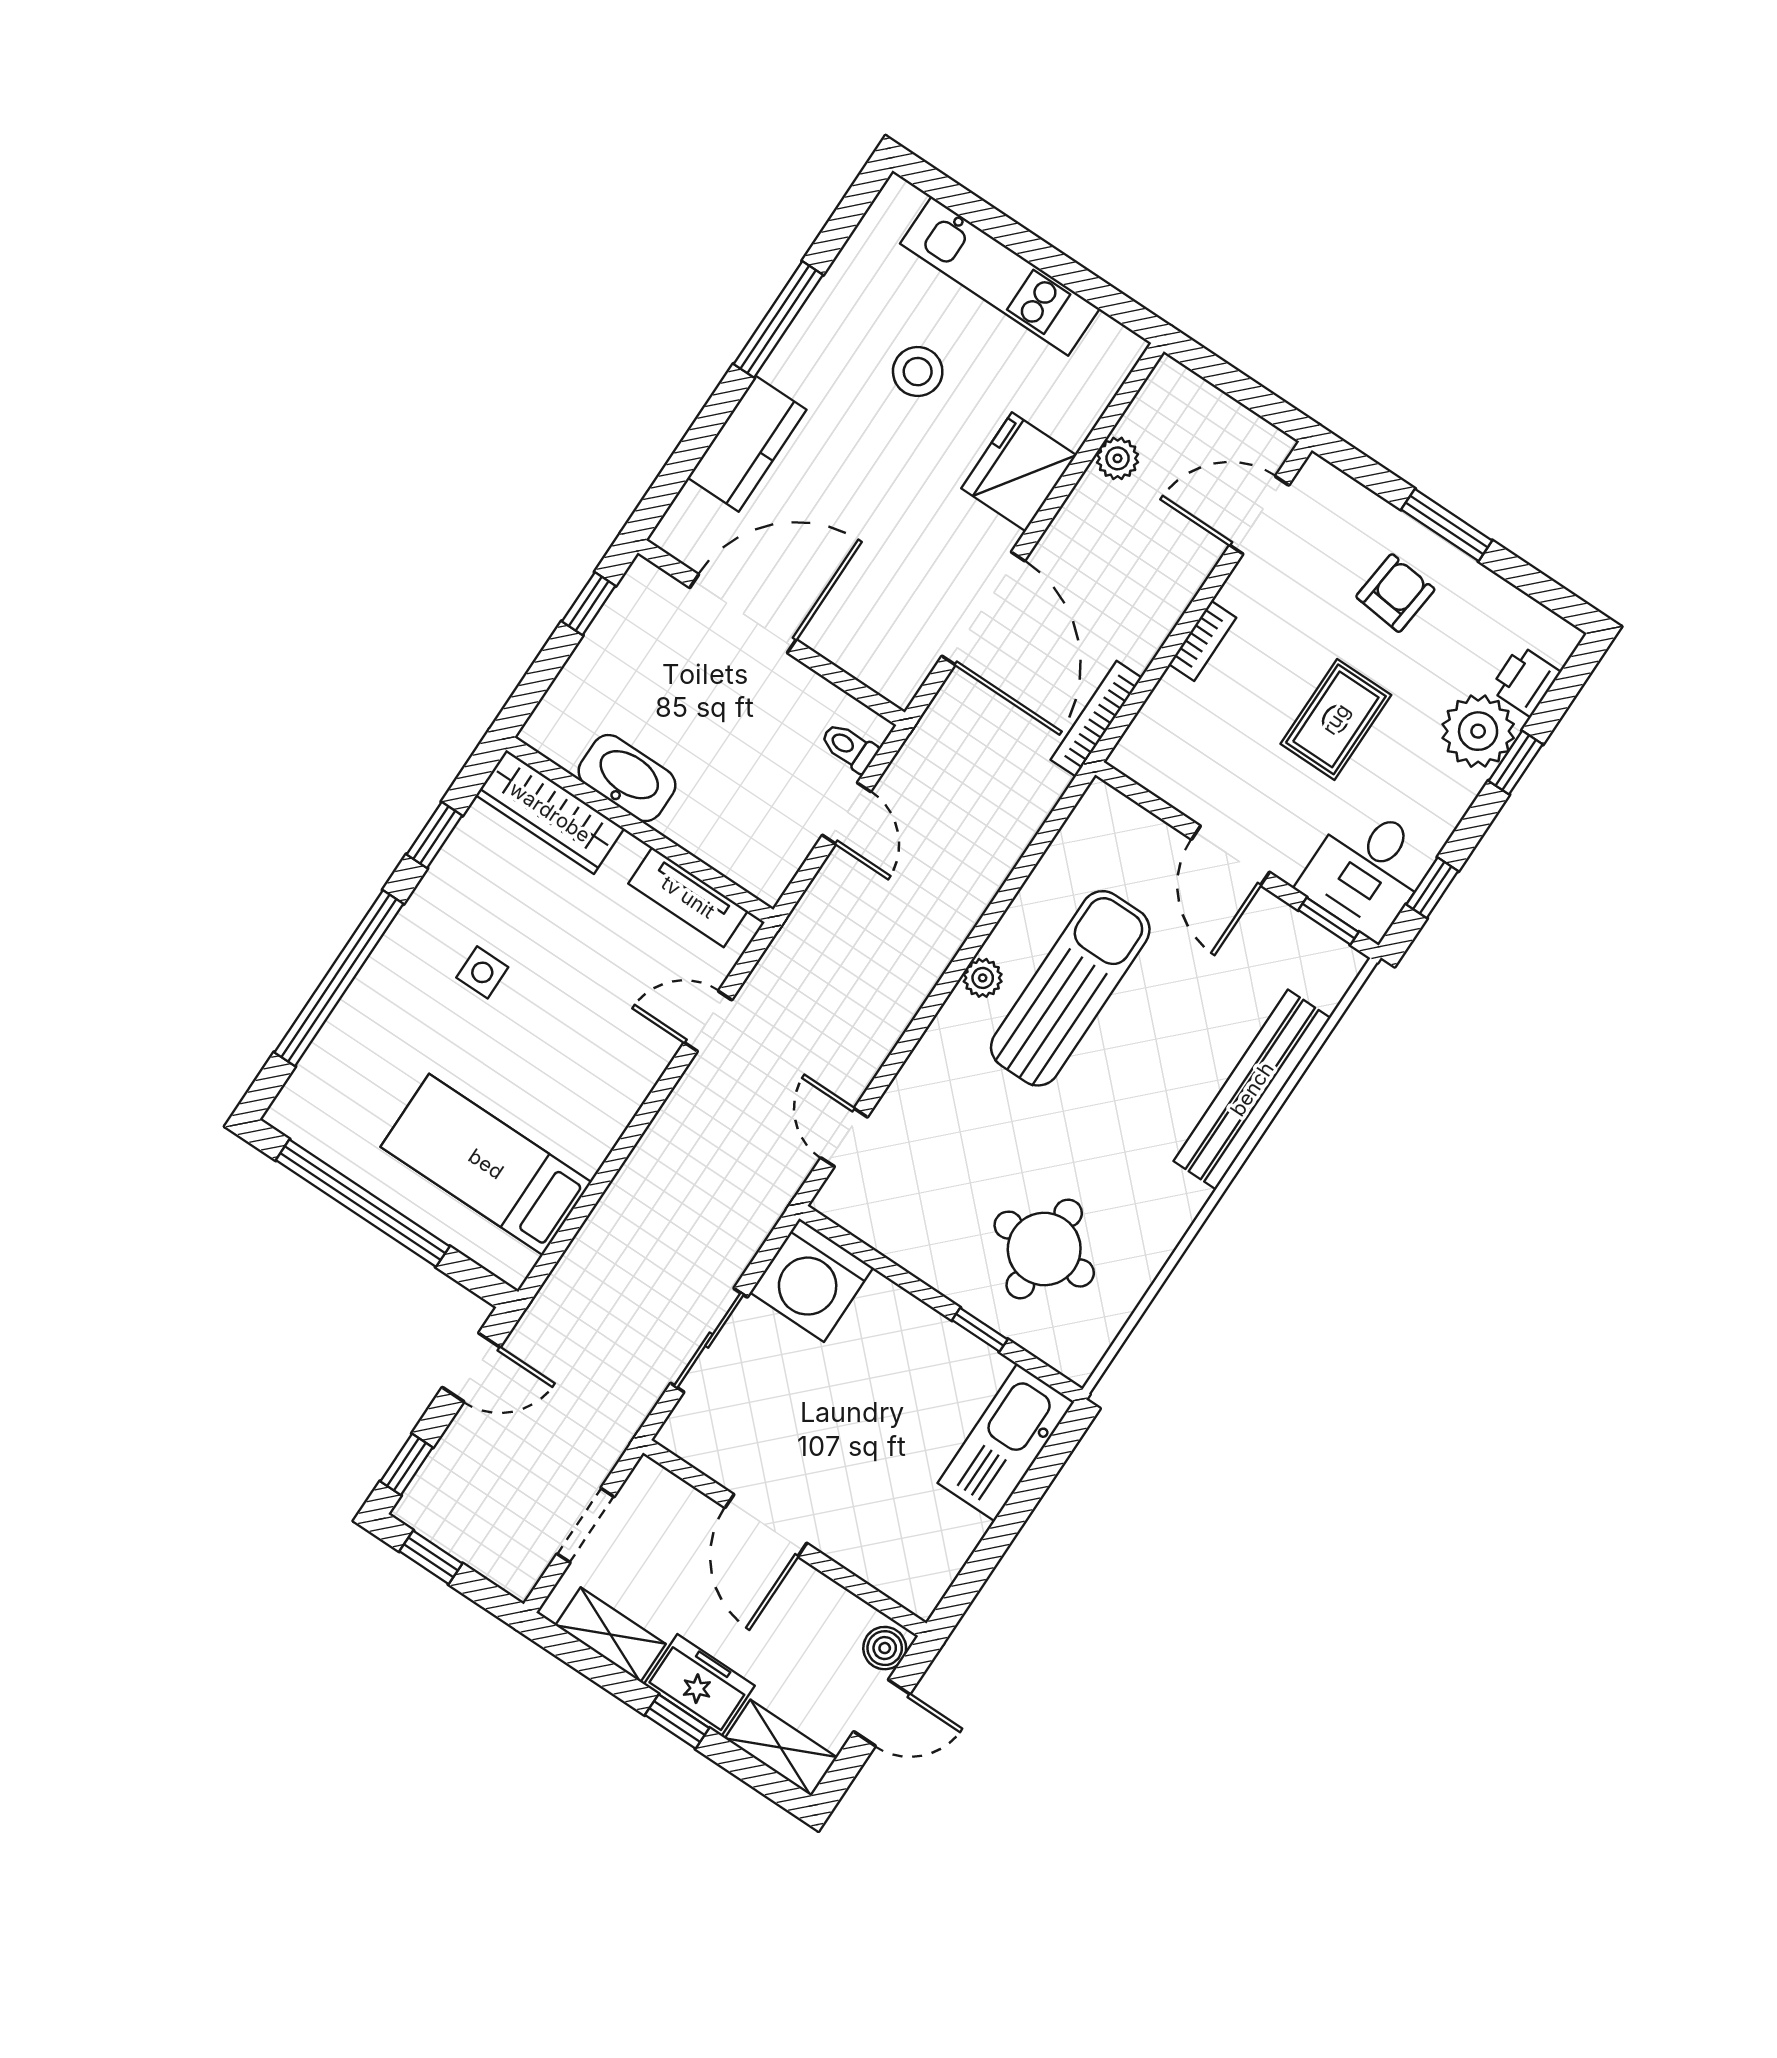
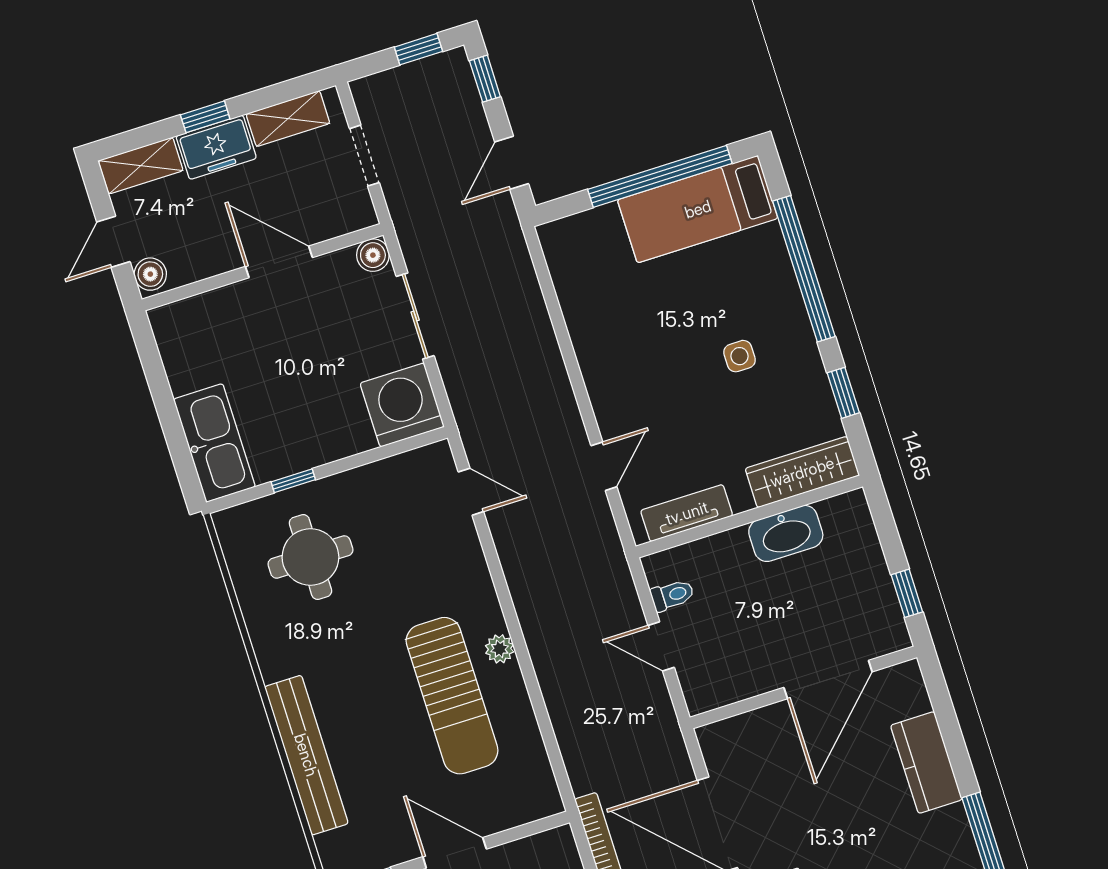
toilet: (849, 747) -> (672, 595), moved
bed: (486, 1164) -> (698, 209), moved, turned 180
boiler: (681, 1434) -> (373, 255), added

